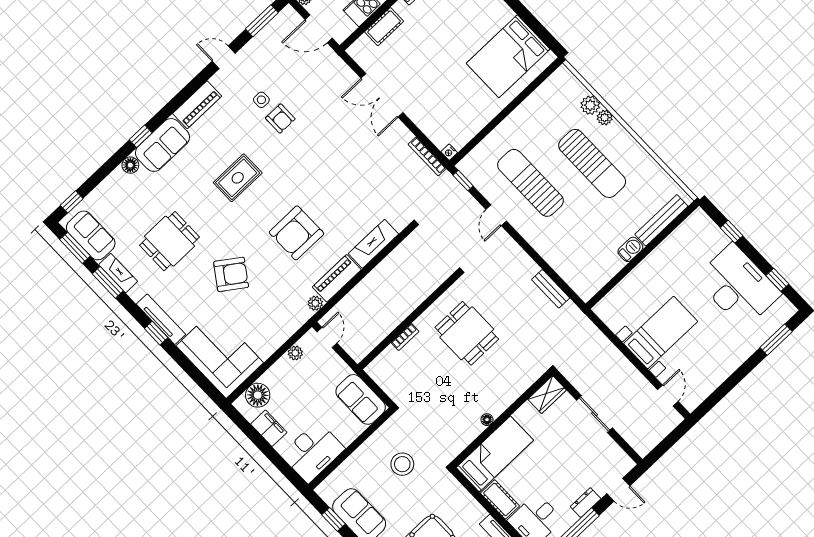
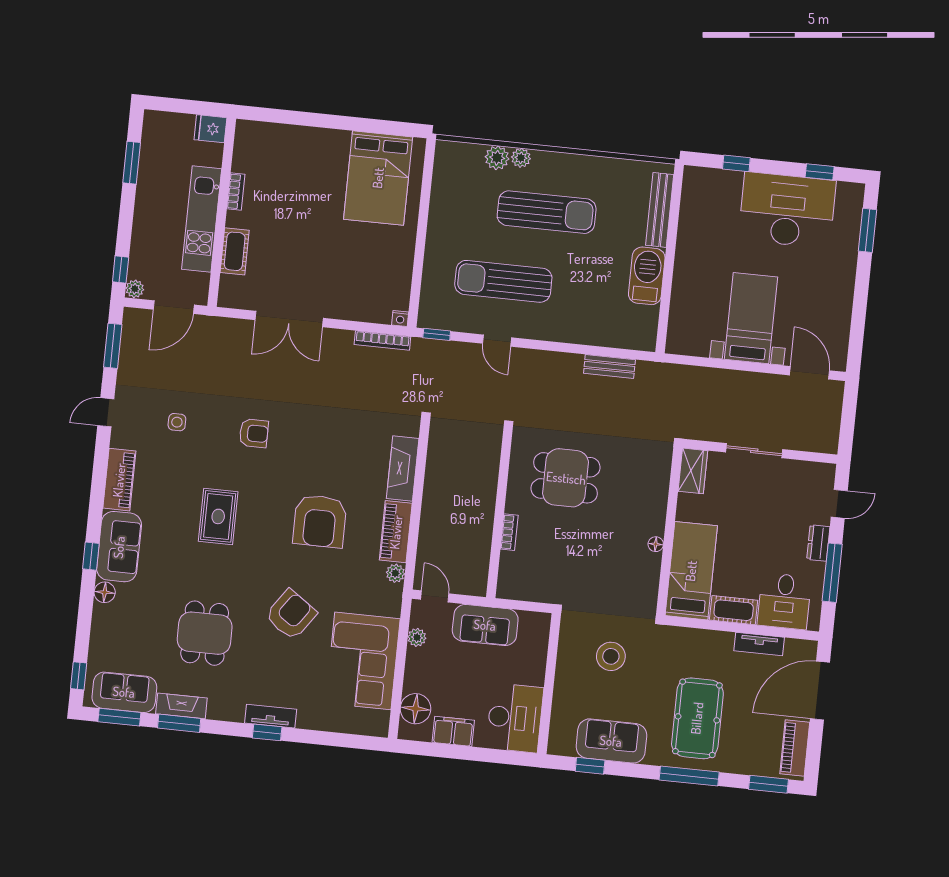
armchair: (280, 119) -> (254, 433), moved
barbecue: (630, 249) -> (647, 276), width x1.88, depth x1.53
tv unit: (161, 319) -> (271, 716), width x0.71
corner sofa: (220, 354) -> (363, 661), moved, turned -90
door: (668, 396) -> (809, 373), width x1.38
sofa: (361, 399) -> (485, 625), moved

